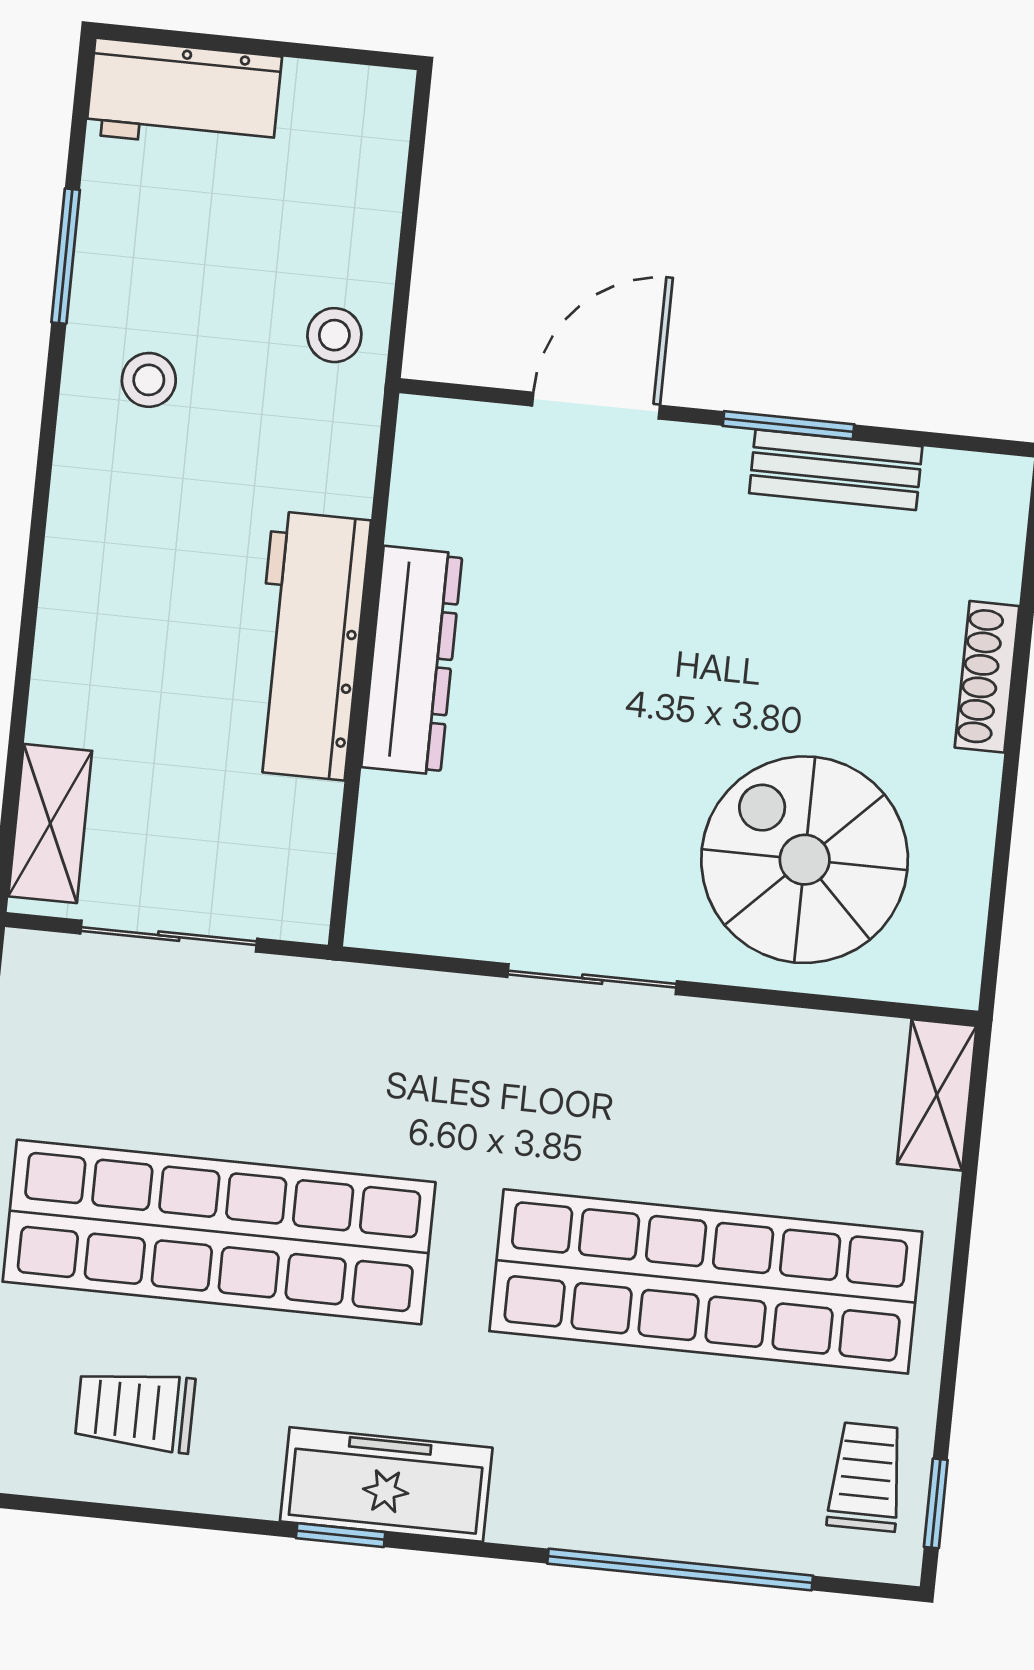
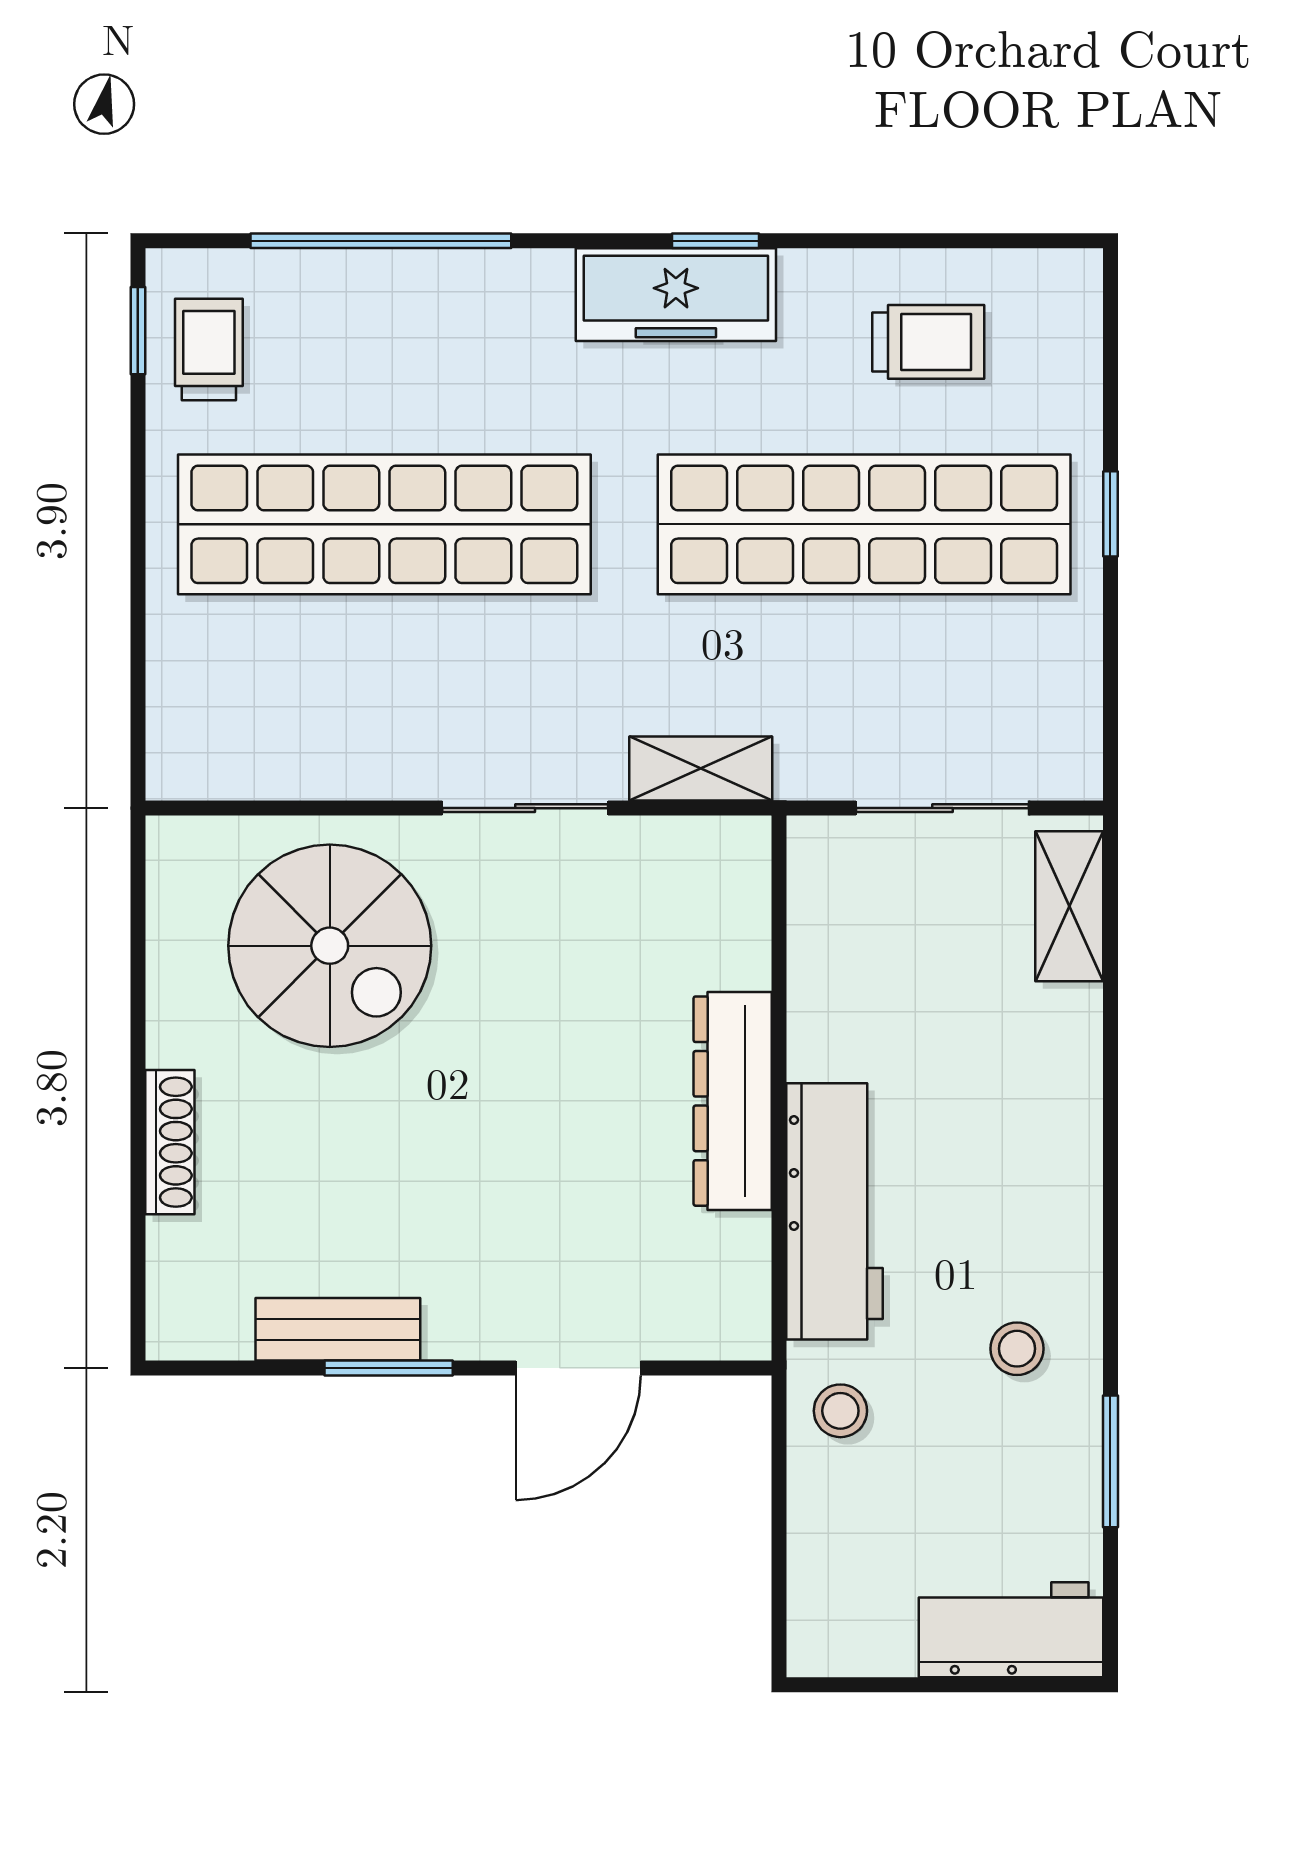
workbench: (309, 646) -> (834, 1211), moved
shelving: (937, 1095) -> (701, 769), moved, turned 90
trolley: (866, 1477) -> (209, 350), turned 180

